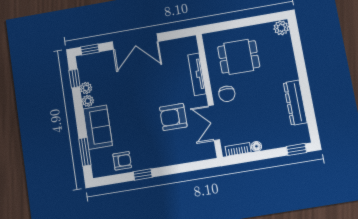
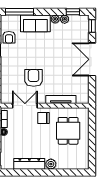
plant: (281, 28) -> (51, 164), moved
window: (85, 152) -> (20, 12), width x1.44

